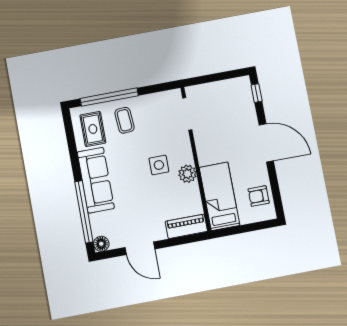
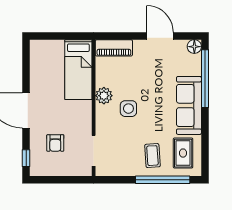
armchair: (259, 196) -> (55, 143), moved, turned 90

